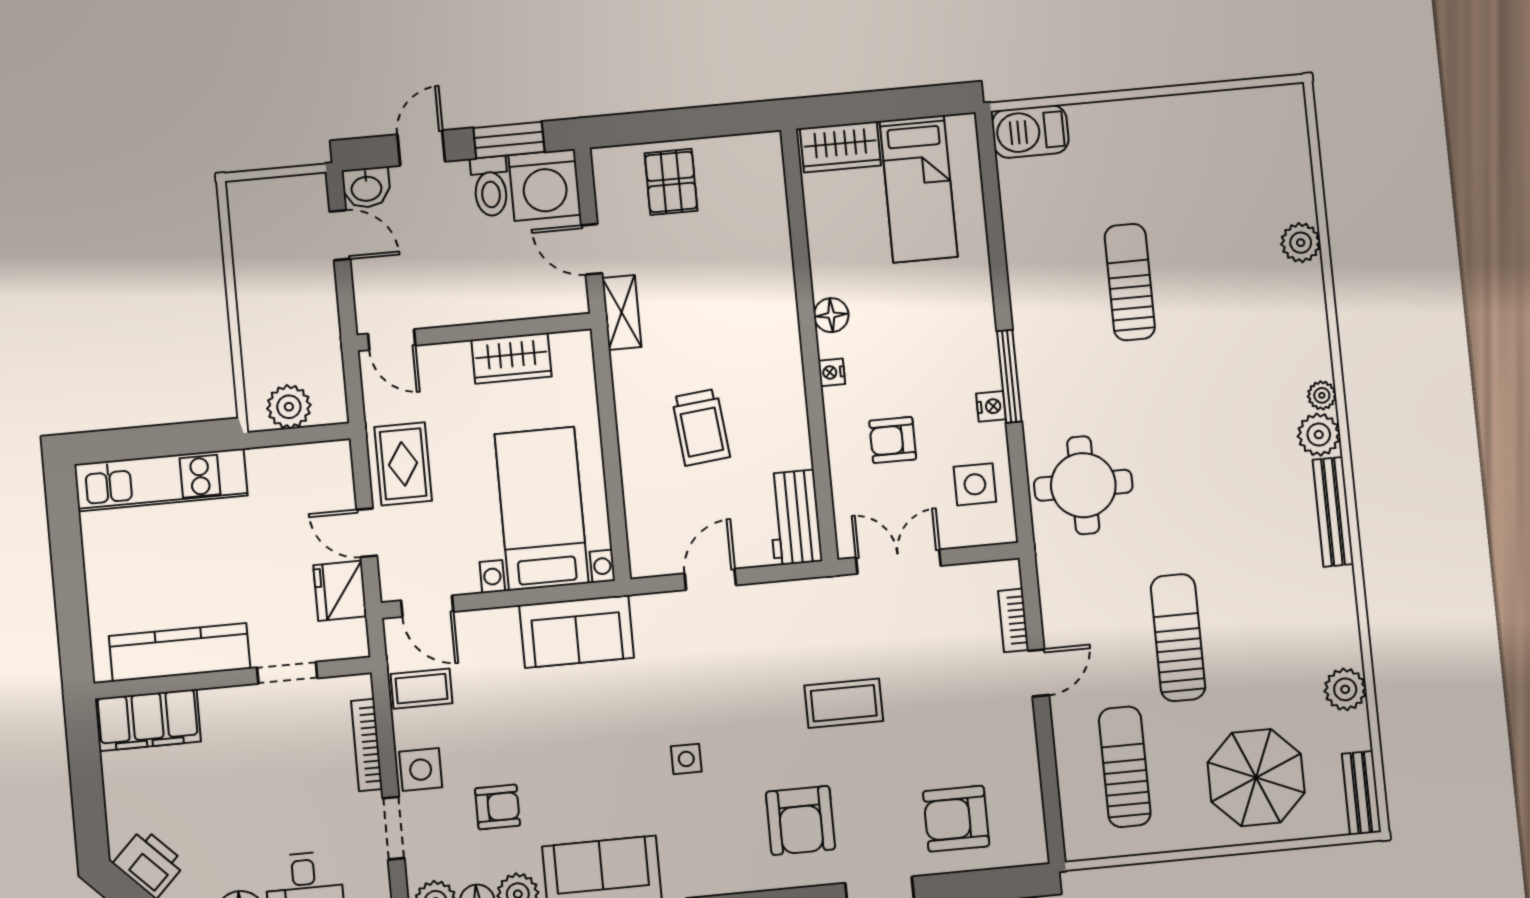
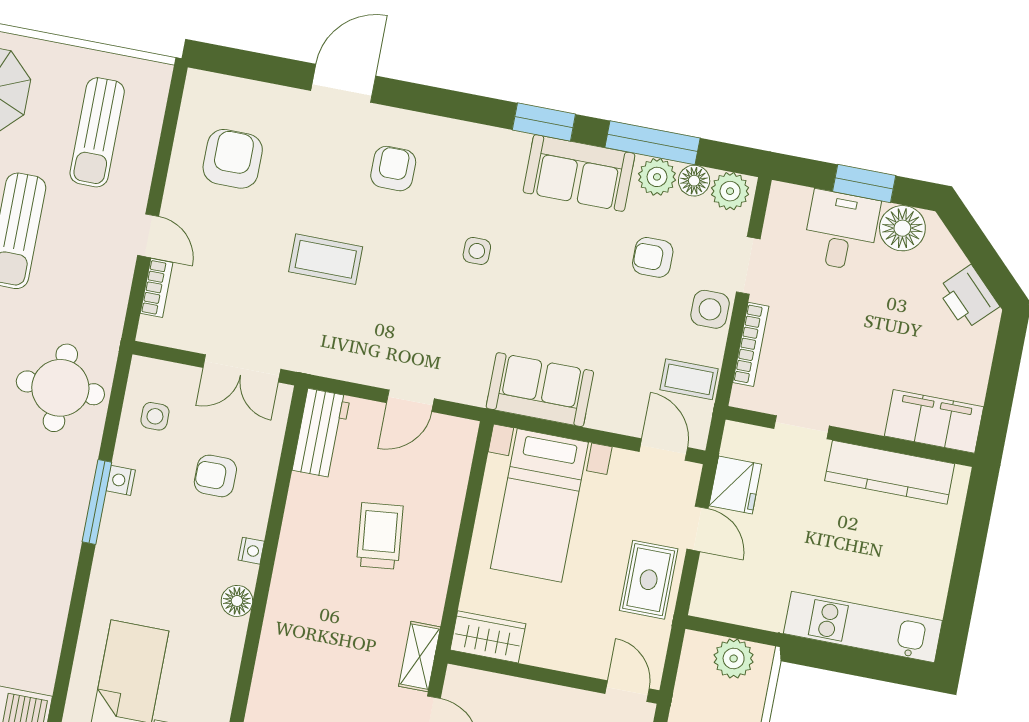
wardrobe: (511, 358) -> (488, 637), moved
armchair: (893, 440) -> (215, 476), turned 180
side table: (975, 484) -> (155, 416), width x0.73, depth x0.73
door: (1038, 673) -> (148, 236), swing flipped
armchair: (956, 819) -> (233, 159), moved, turned -90
armchair: (800, 820) -> (393, 169), width x0.72, depth x0.72

